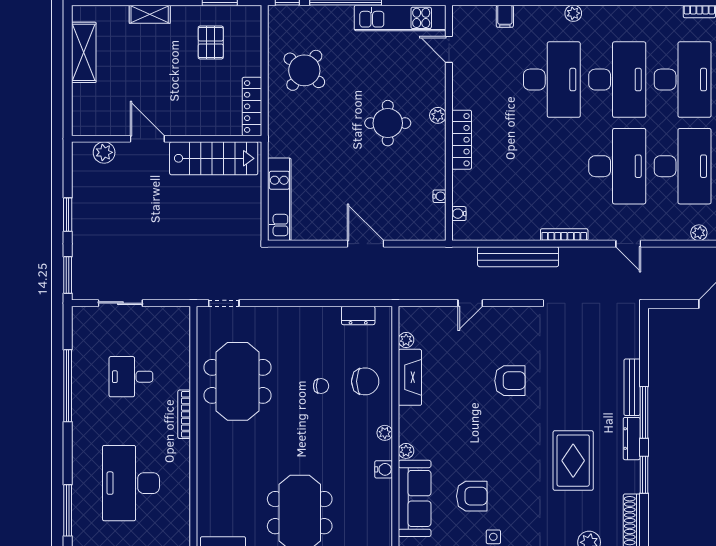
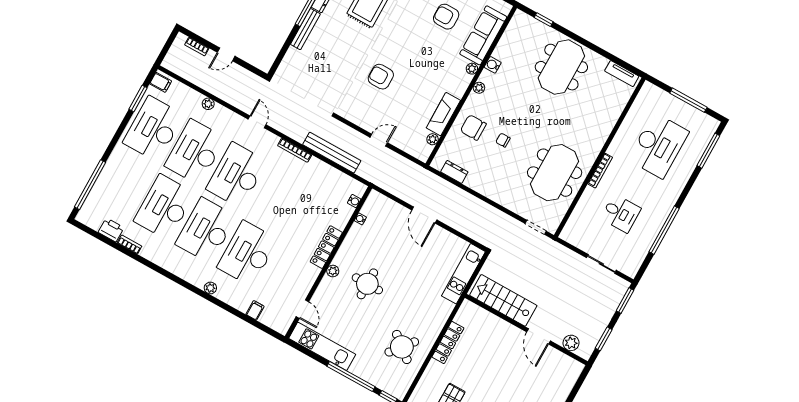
door: (147, 139) -> (539, 336), moved
wall: (167, 139) -> (526, 330), moved
plant: (104, 152) -> (571, 343), moved
stairs: (214, 158) -> (503, 300), moved

